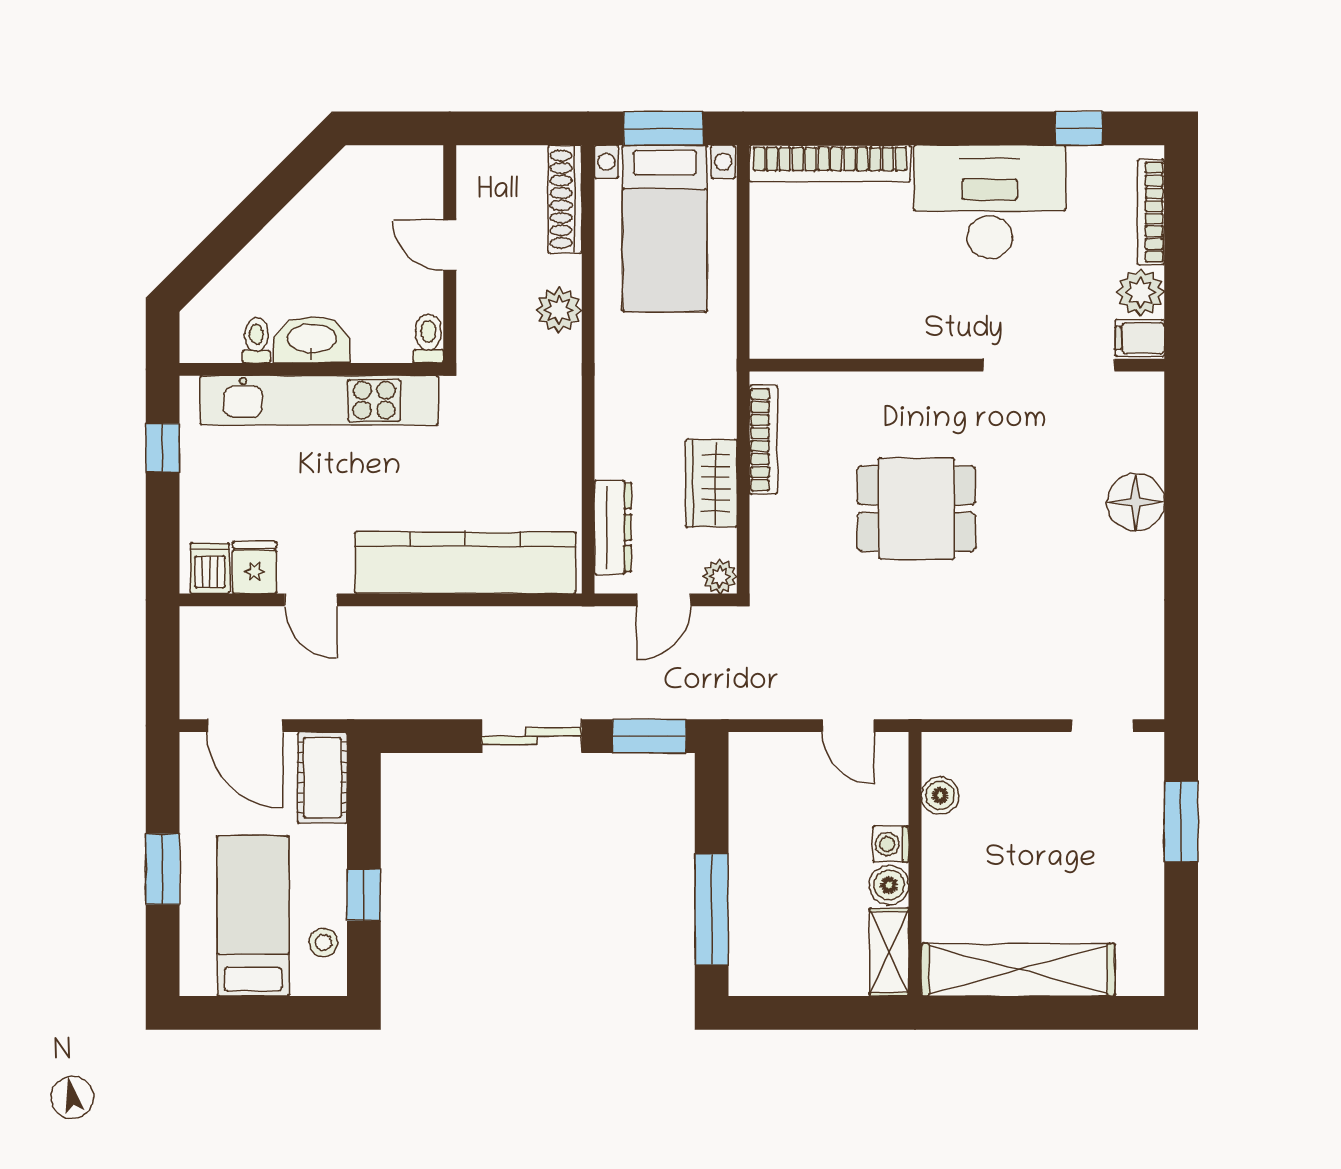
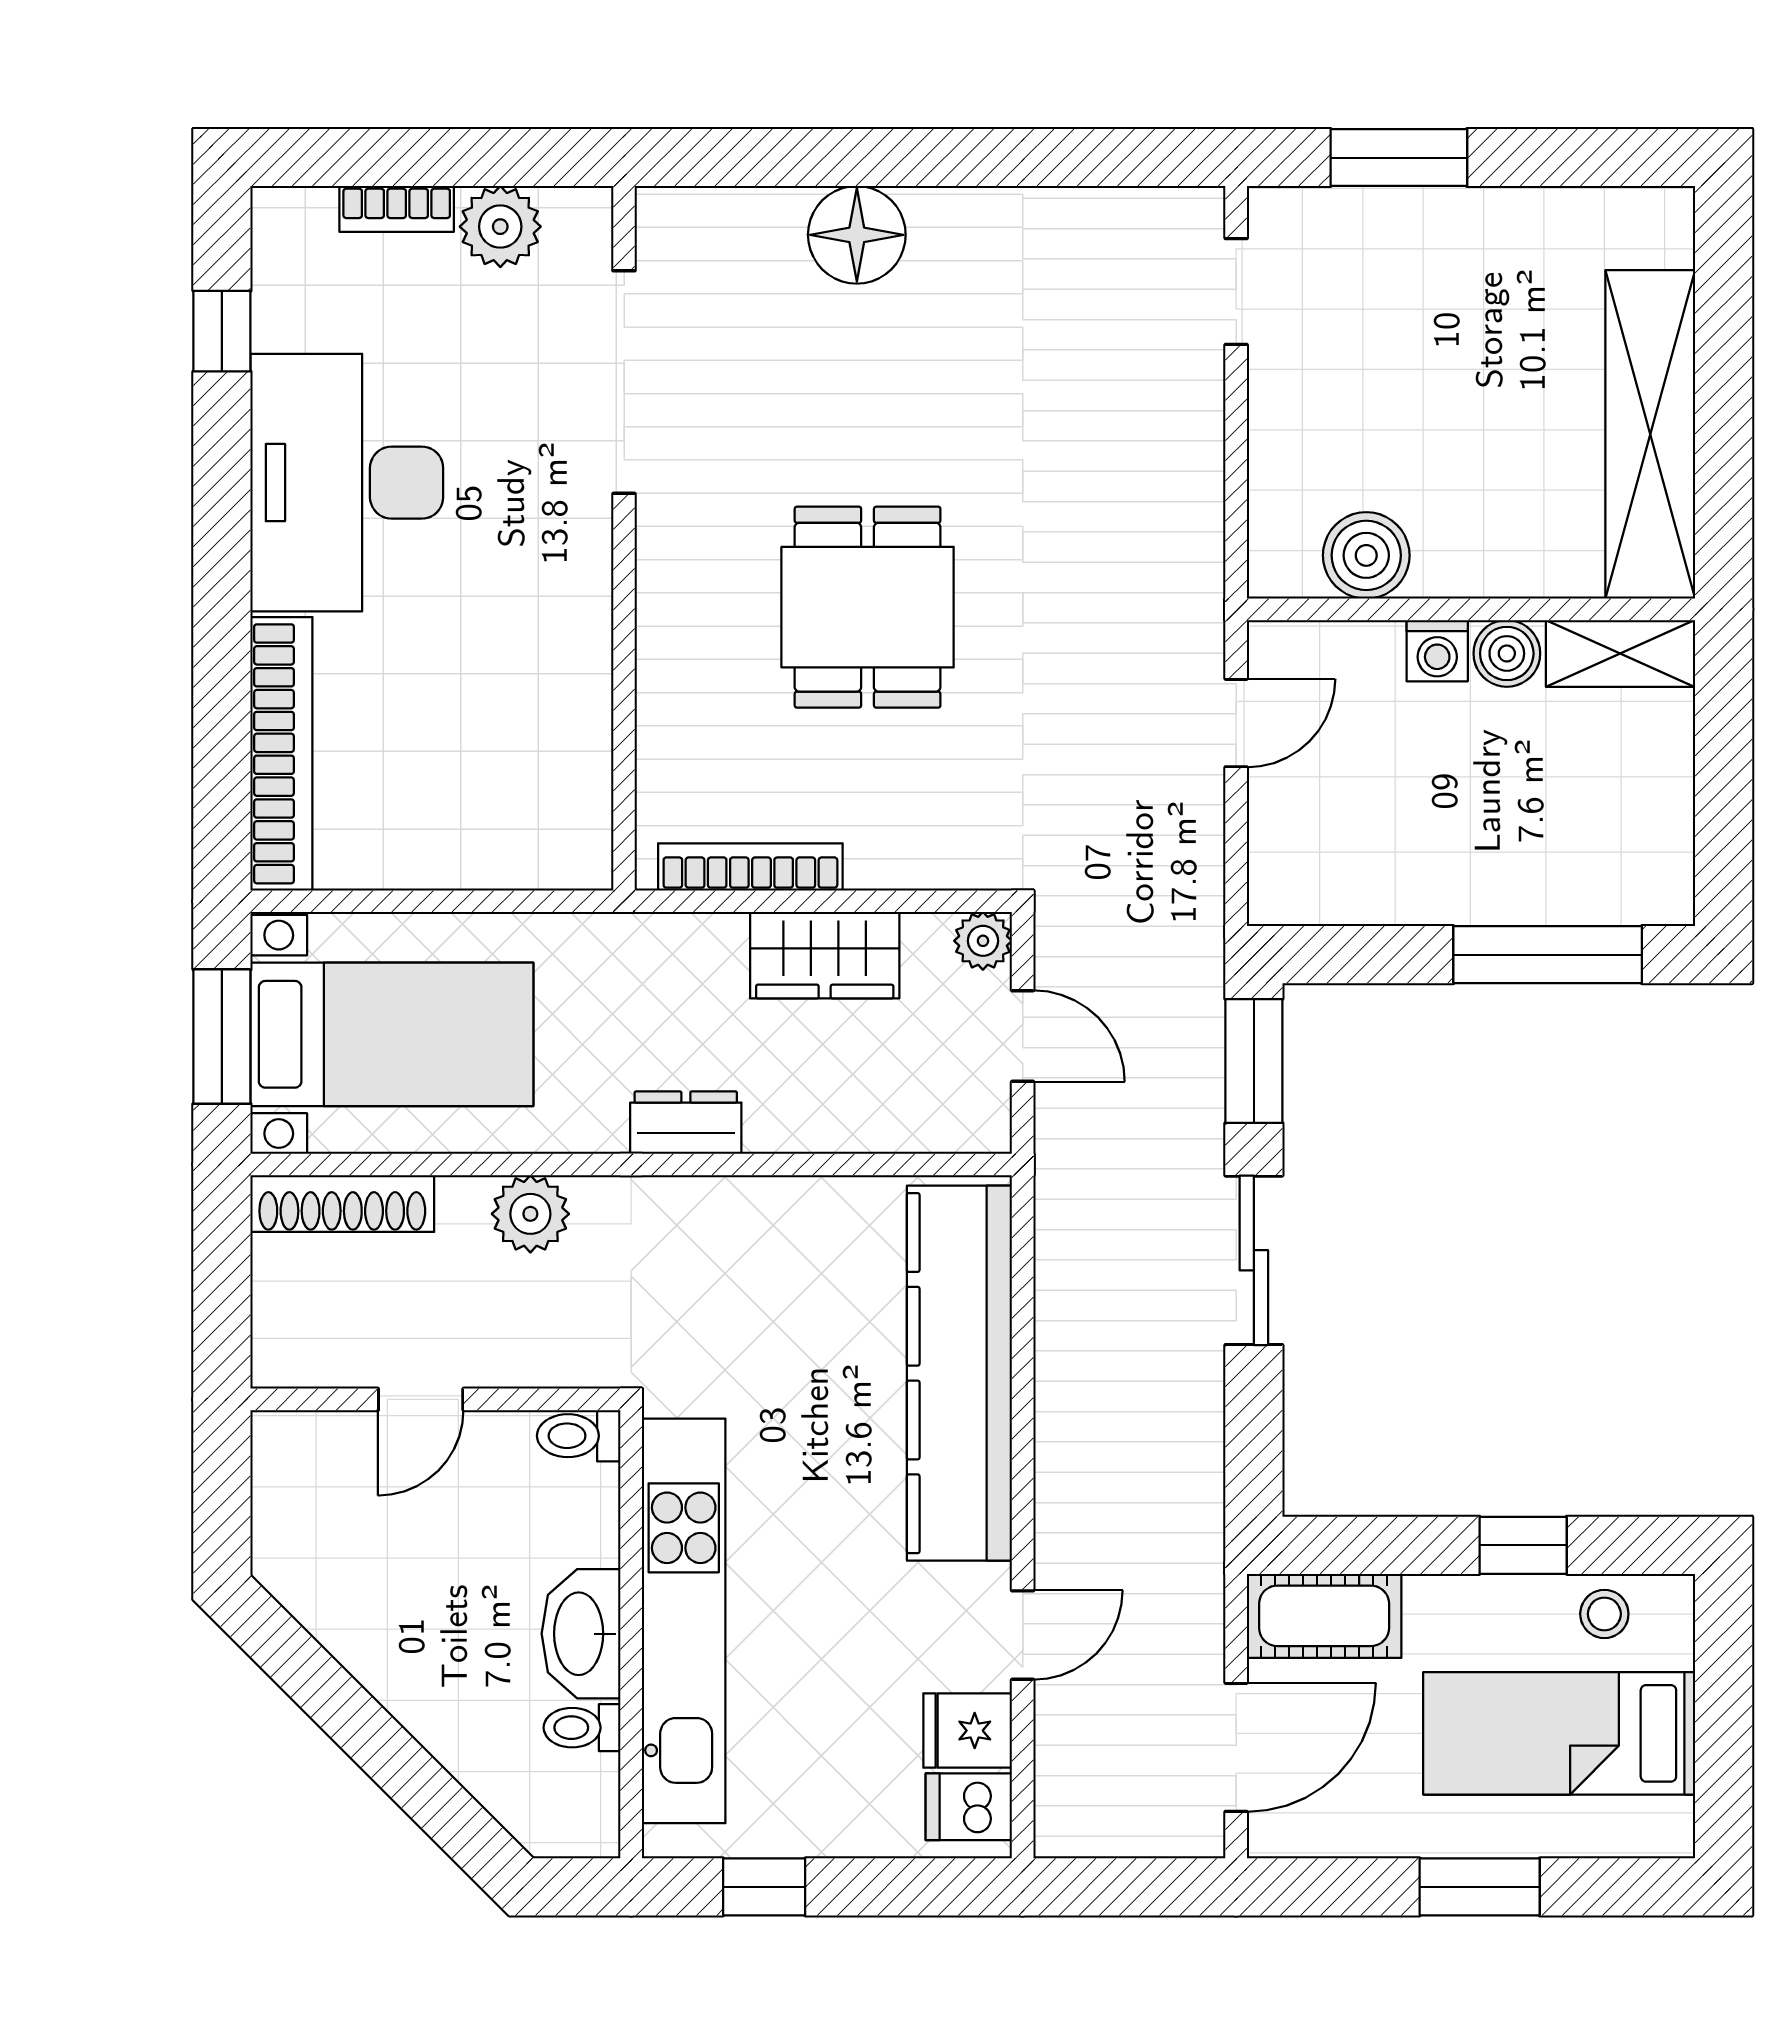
bookcase: (1151, 212) -> (397, 209), width x0.64
filing cabinet: (1140, 338) -> (578, 228), removed
dresser: (613, 527) -> (686, 1123), moved, width x0.70
boiler: (940, 796) -> (1366, 555), width x1.36, depth x1.36

